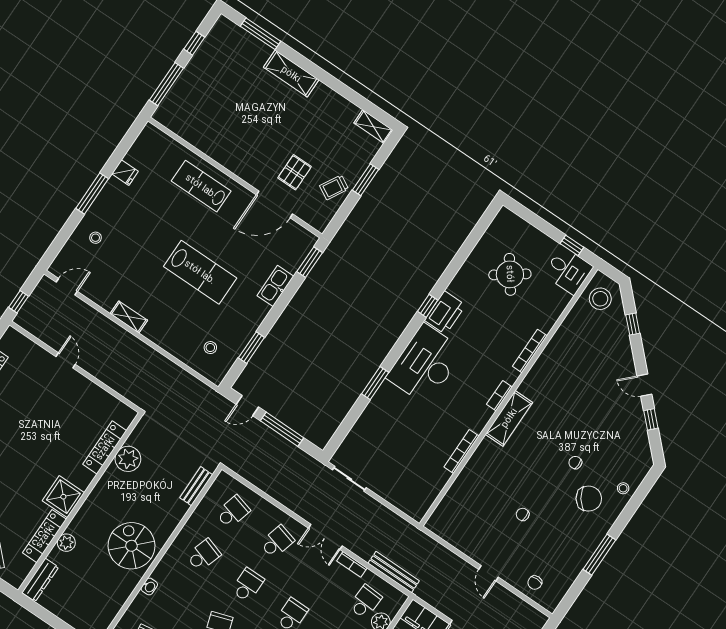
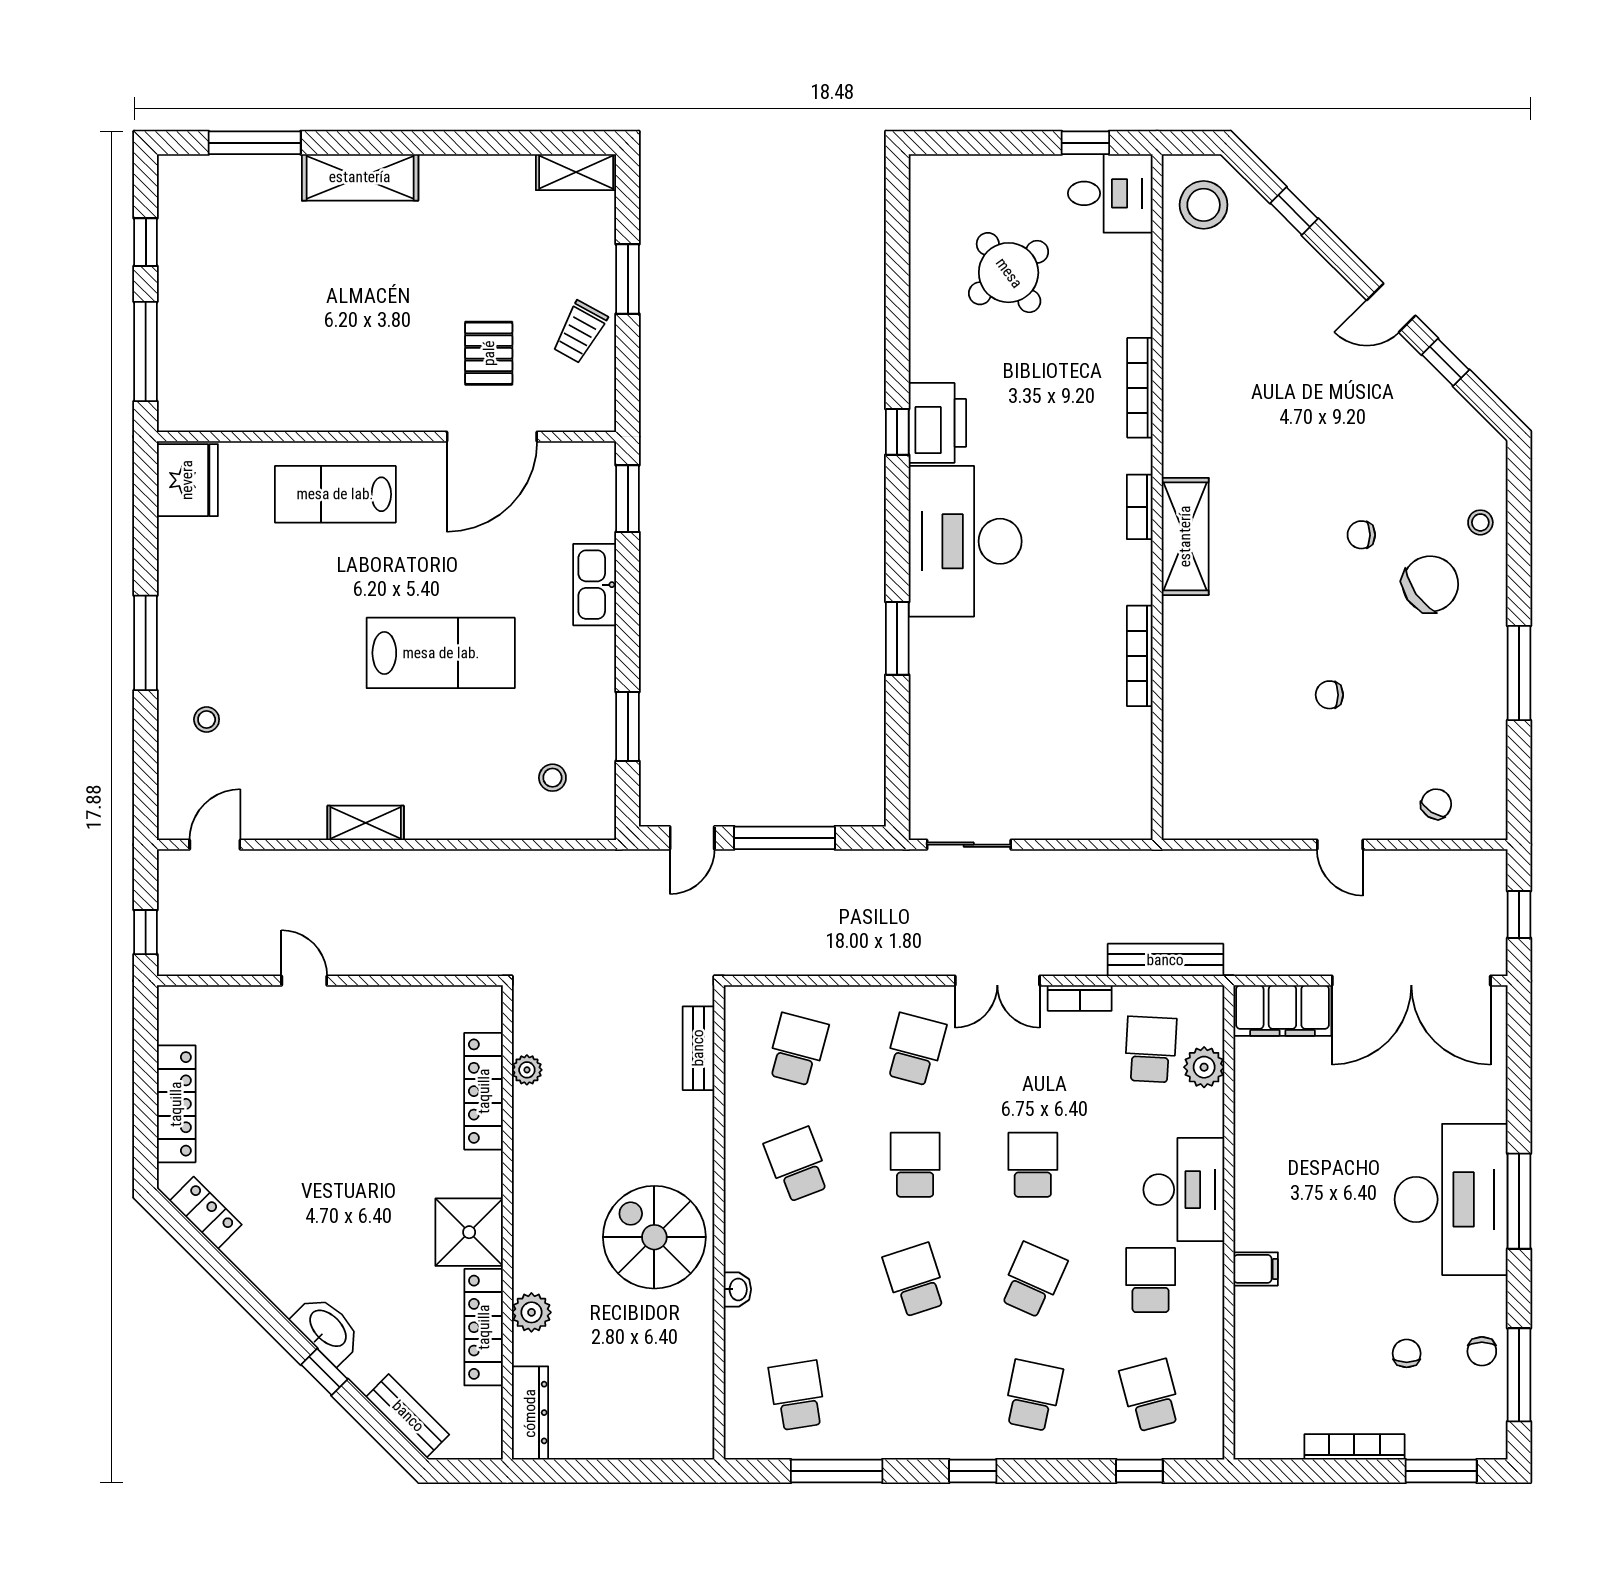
fridge: (125, 173) -> (187, 480), moved, width x1.88, depth x1.34
plant: (128, 459) -> (527, 1070), width x0.53, depth x0.53
school desk: (204, 555) -> (797, 1165), turned -39
chair: (535, 583) -> (1436, 804), turned -147

